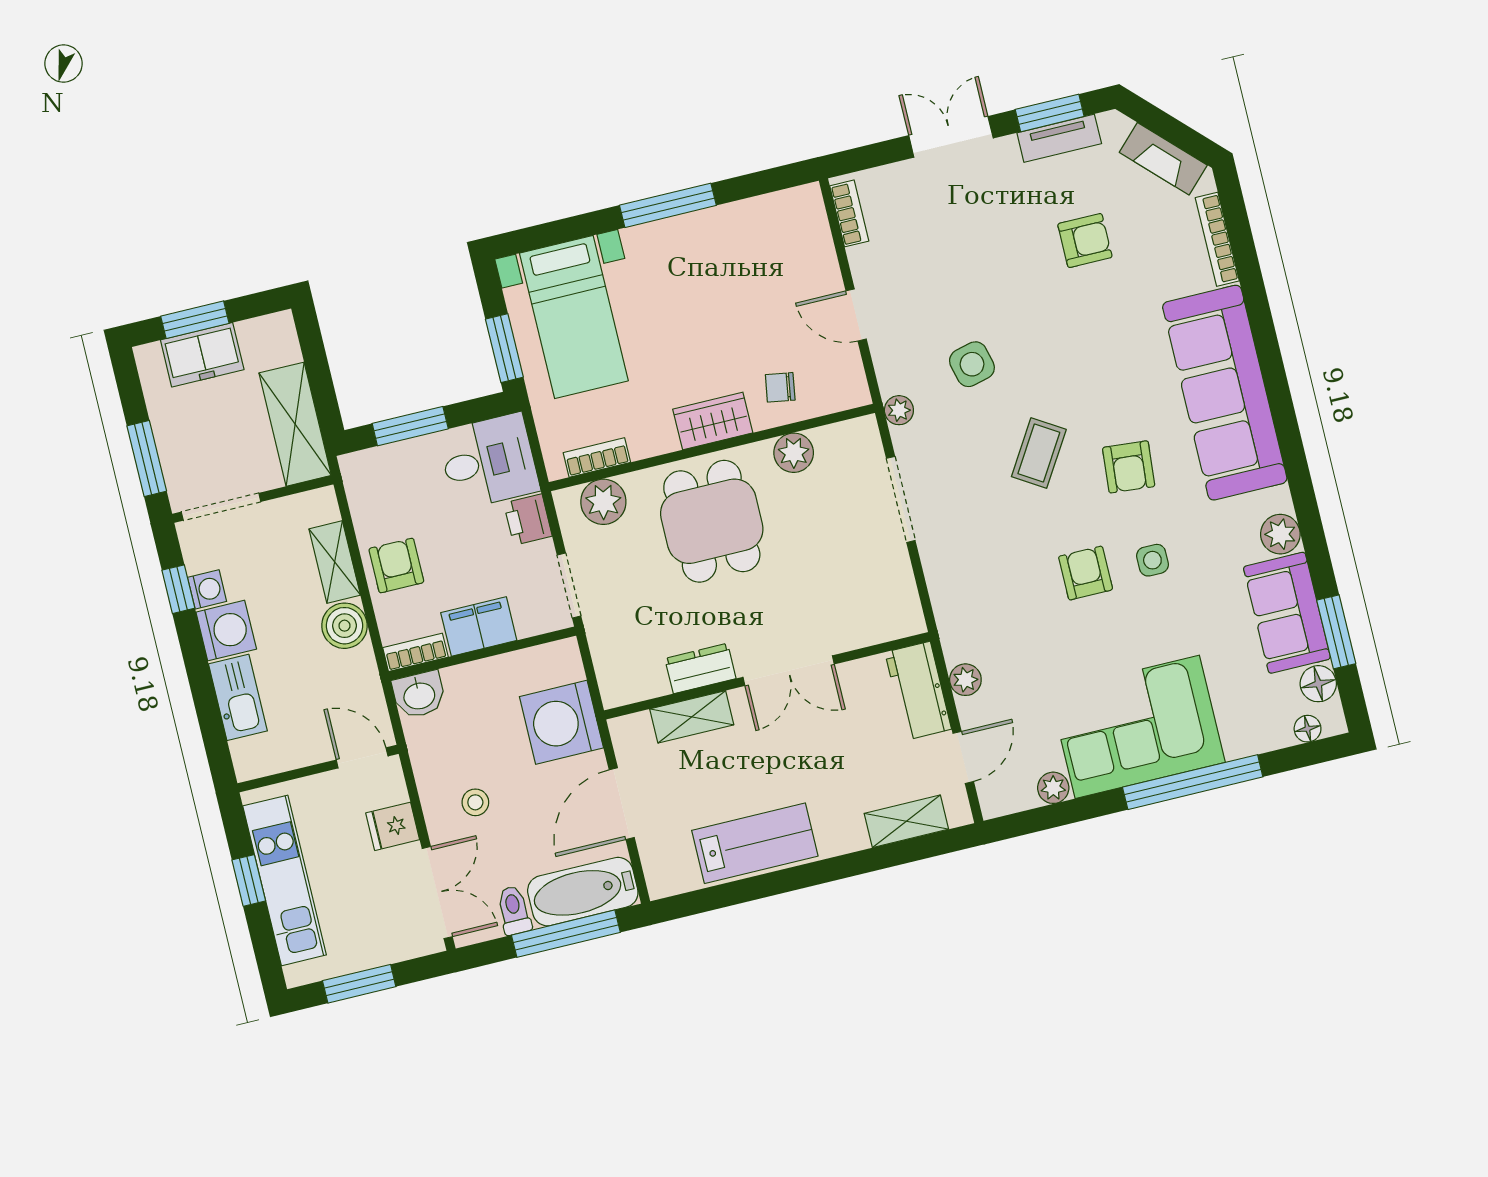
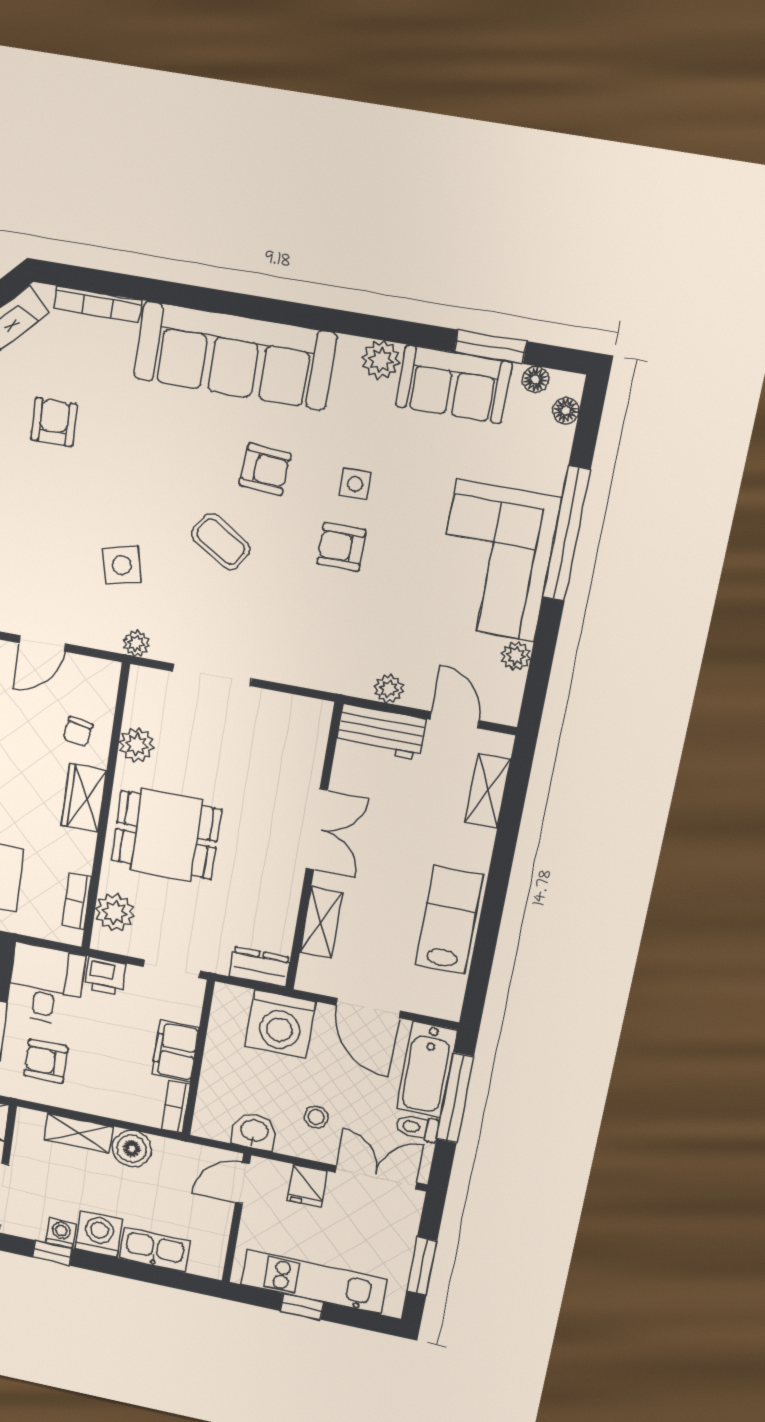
armchair: (396, 566) -> (46, 1061), moved
dresser: (700, 668) -> (260, 967), moved, turned 90
floor lamp: (1318, 684) -> (535, 379), width x0.73, depth x0.73
washbasin: (419, 695) -> (254, 1132), moved, turned -90

